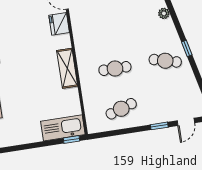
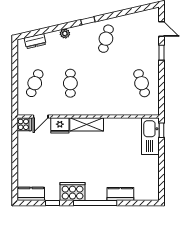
window: (187, 48) -> (88, 21), moved
shelving: (67, 68) -> (87, 124), moved
cafe table: (115, 69) -> (70, 83), moved

